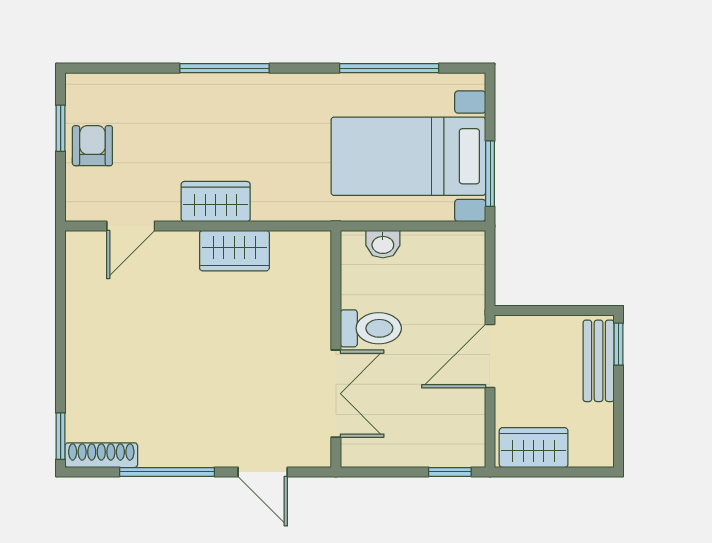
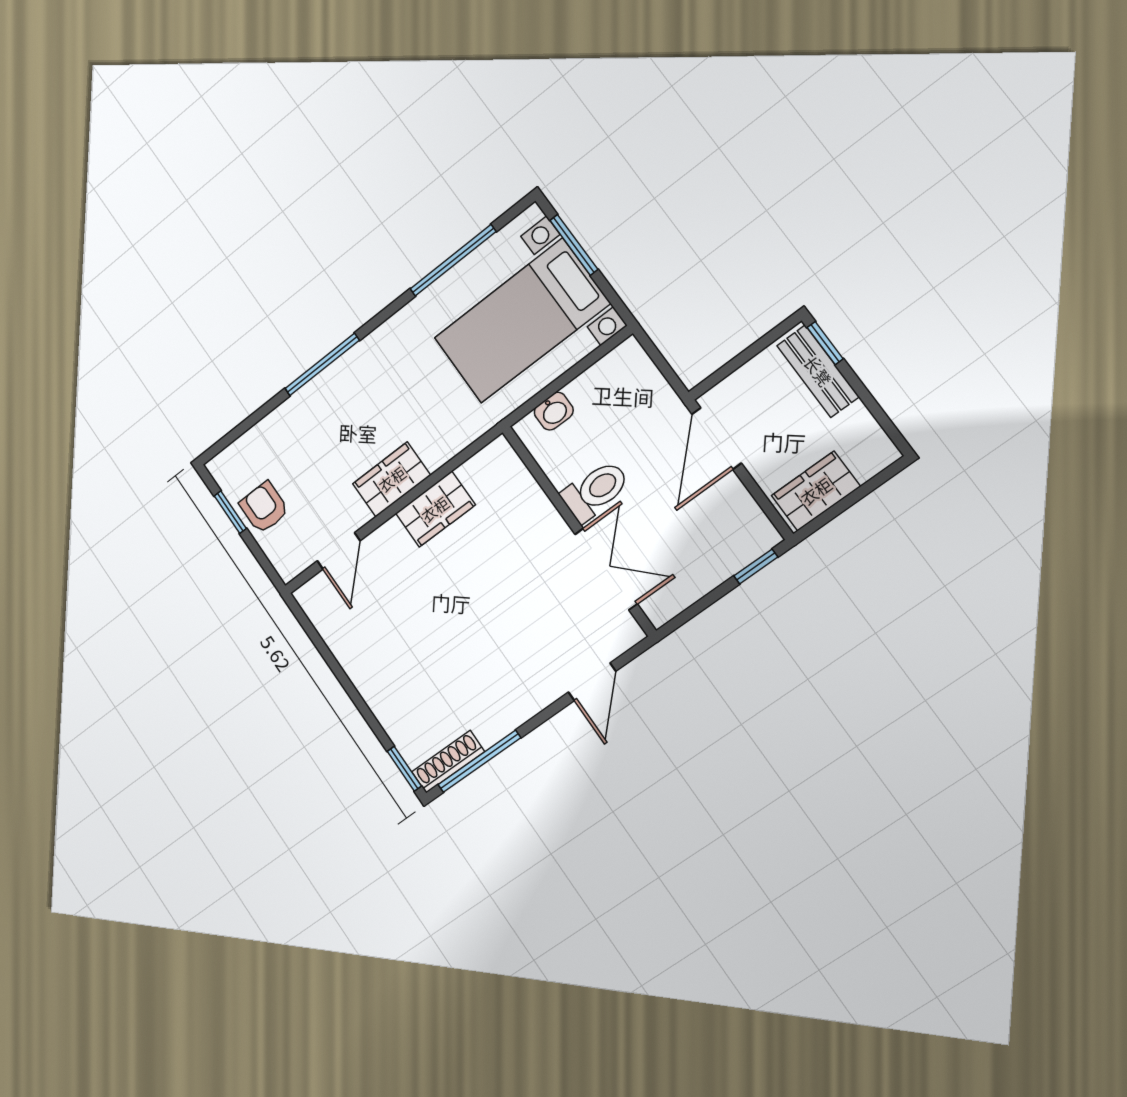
window: (490, 174) -> (574, 245), moved
window: (167, 472) -> (479, 761), moved
door: (263, 472) -> (592, 682), hinge flipped

